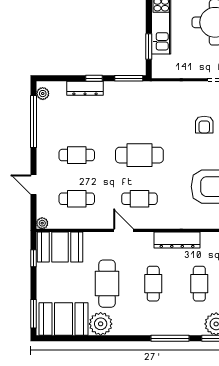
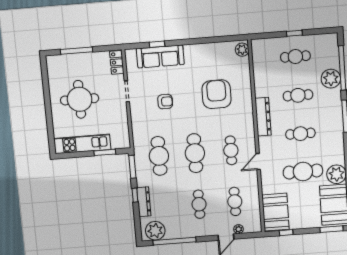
plant: (43, 94) -> (155, 231), width x1.87, depth x1.87
cafe table: (139, 111) -> (159, 156), added
plant: (42, 223) -> (238, 229), moved

